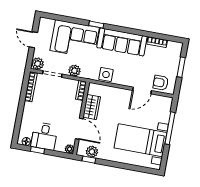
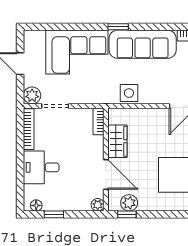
window: (96, 25) -> (118, 27), moved
plant: (74, 71) -> (85, 96), removed
desk: (44, 136) -> (41, 167), moved, turned 90

